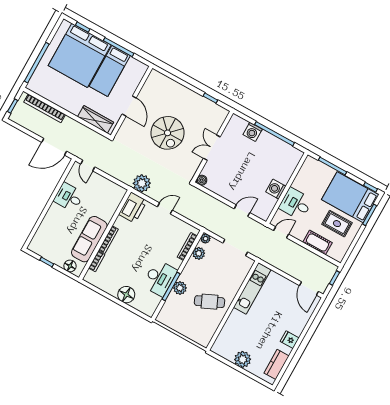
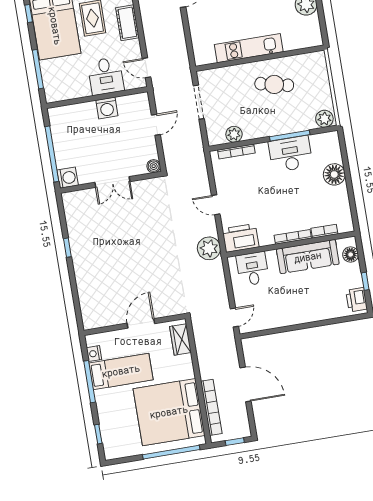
bed: (80, 55) -> (169, 412), moved, turned 180
nightstand: (134, 63) -> (94, 354), added
wardrobe: (96, 120) -> (180, 339), width x0.67
spiral stairs: (168, 133) -> (137, 263), removed
door: (54, 147) -> (245, 384), moved
wall: (212, 147) -> (111, 182), moved
double door: (212, 148) -> (112, 182), moved
boiler: (202, 180) -> (154, 166), moved
desk: (69, 197) -> (253, 269), moved, turned 180
door: (242, 211) -> (156, 125), swing flipped
plant: (205, 239) -> (214, 139), removed
printer: (40, 248) -> (357, 300), added
plant: (180, 288) -> (324, 119), moved
kitchen unit: (252, 288) -> (249, 48), moved
cafe table: (210, 302) -> (274, 84), turned -53

